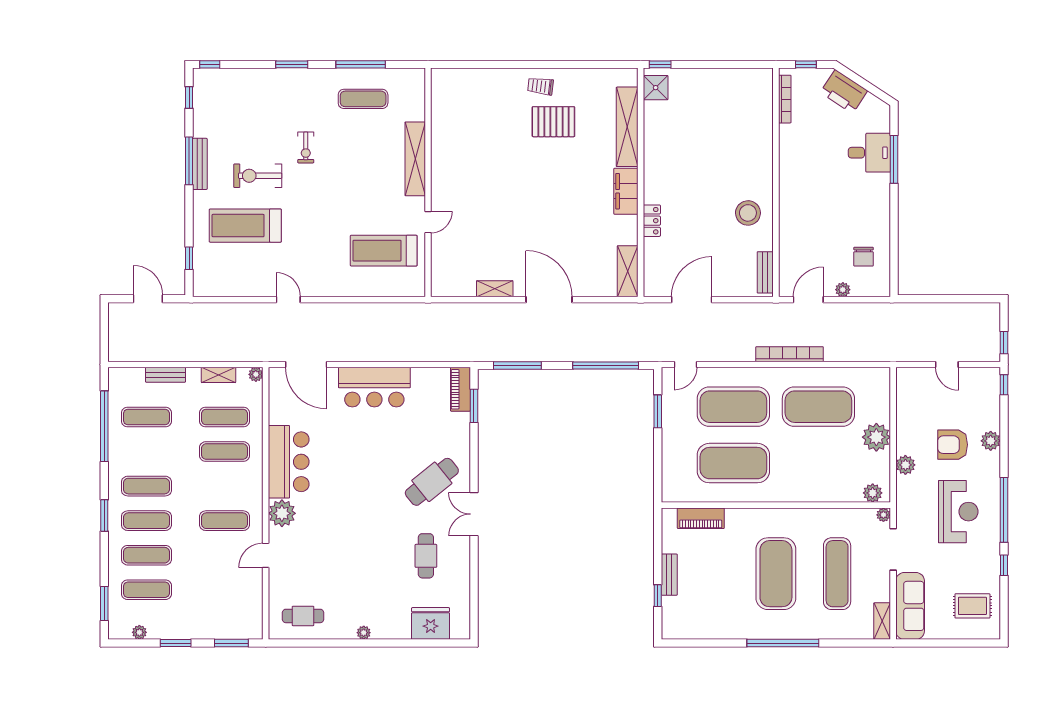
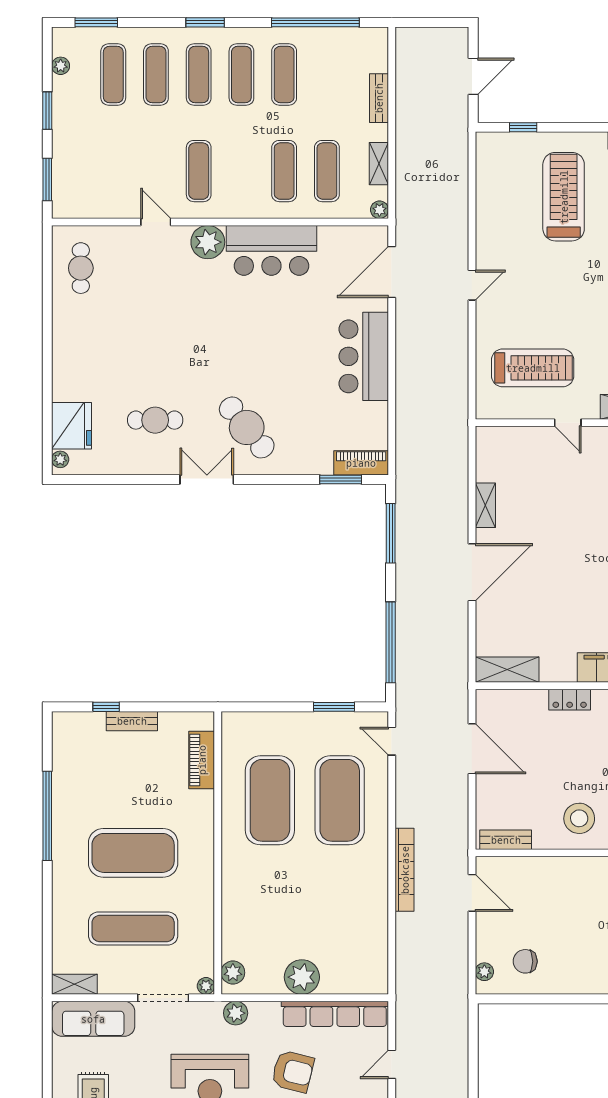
treadmill: (384, 251) -> (533, 368), turned 90
plant: (843, 290) -> (484, 972), moved
door: (288, 300) -> (472, 285), moved
exercise mat: (818, 407) -> (340, 905), removed
row of seats: (906, 411) -> (335, 1014), added
exercise mat: (146, 417) -> (284, 75), moved
armchair: (953, 445) -> (293, 1071), turned 104
plant: (905, 465) -> (236, 1013), moved
plant: (364, 633) -> (60, 459), moved
window: (783, 643) -> (47, 816), moved

